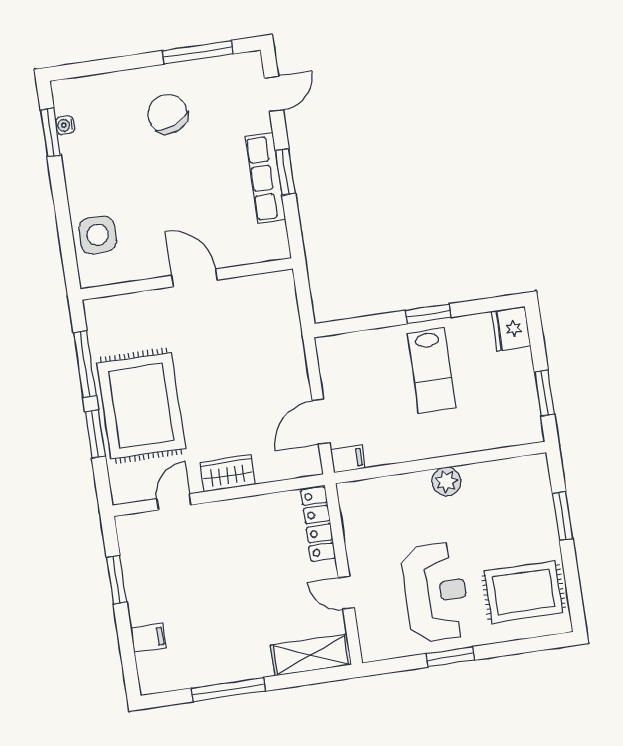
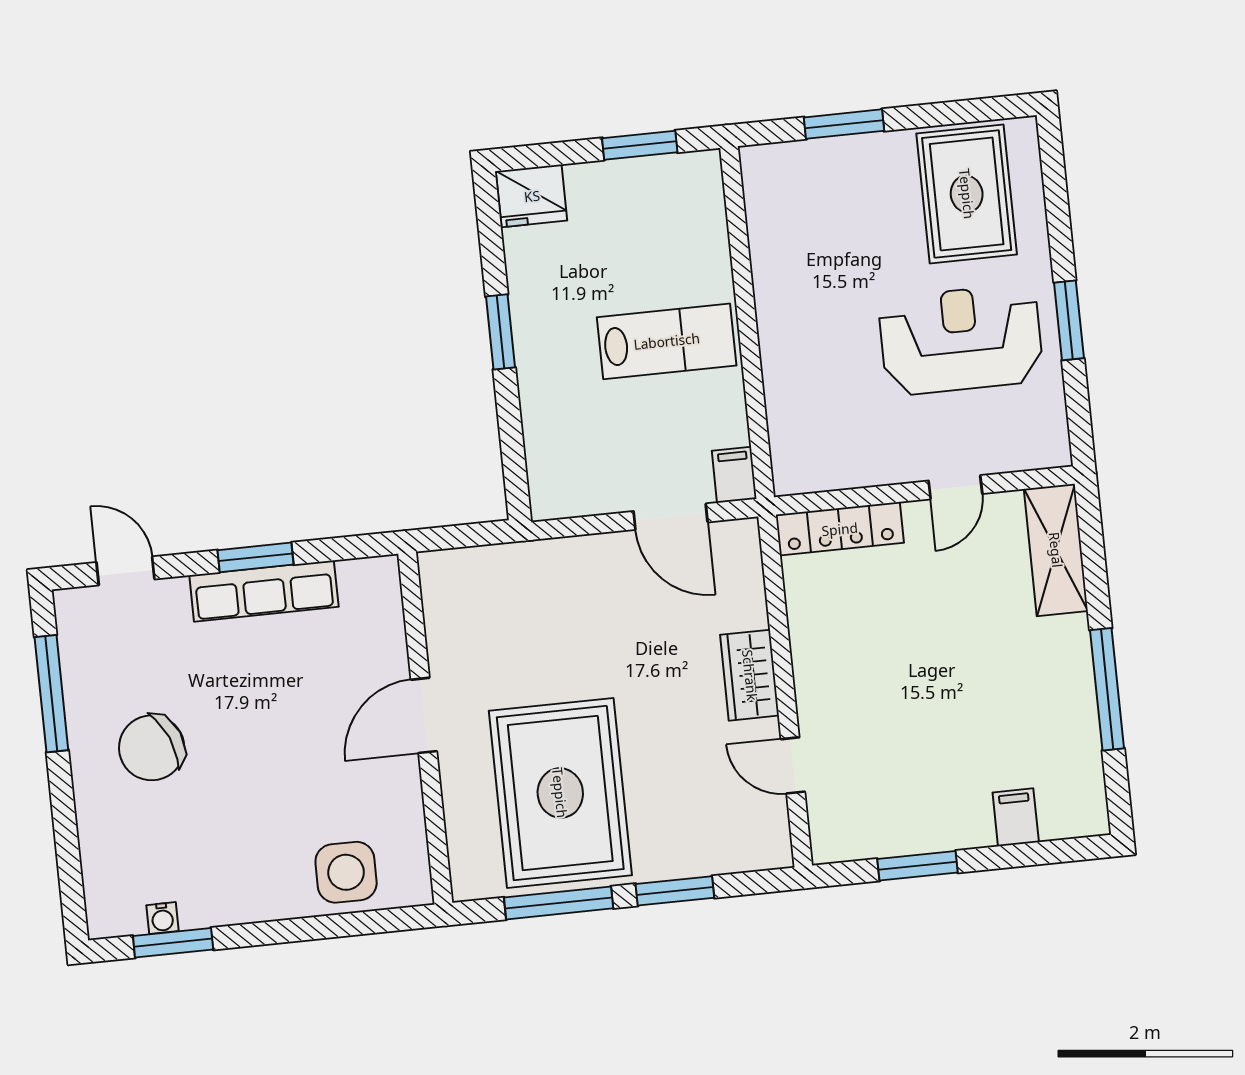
lab bench: (432, 371) -> (667, 341), moved
rug: (141, 406) -> (560, 793), moved, turned 90
plant: (446, 481) -> (779, 314), removed

